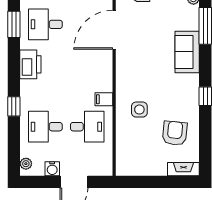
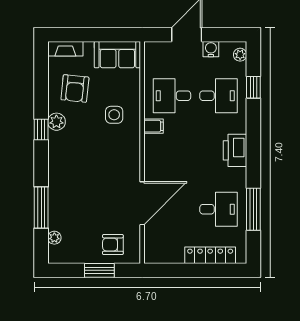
window: (14, 24) -> (253, 209), width x1.44
sofa: (187, 52) -> (117, 55), moved, turned 90
printer: (30, 64) -> (235, 150), moved
plant: (191, 103) -> (56, 122), added
window: (14, 106) -> (253, 87), moved

